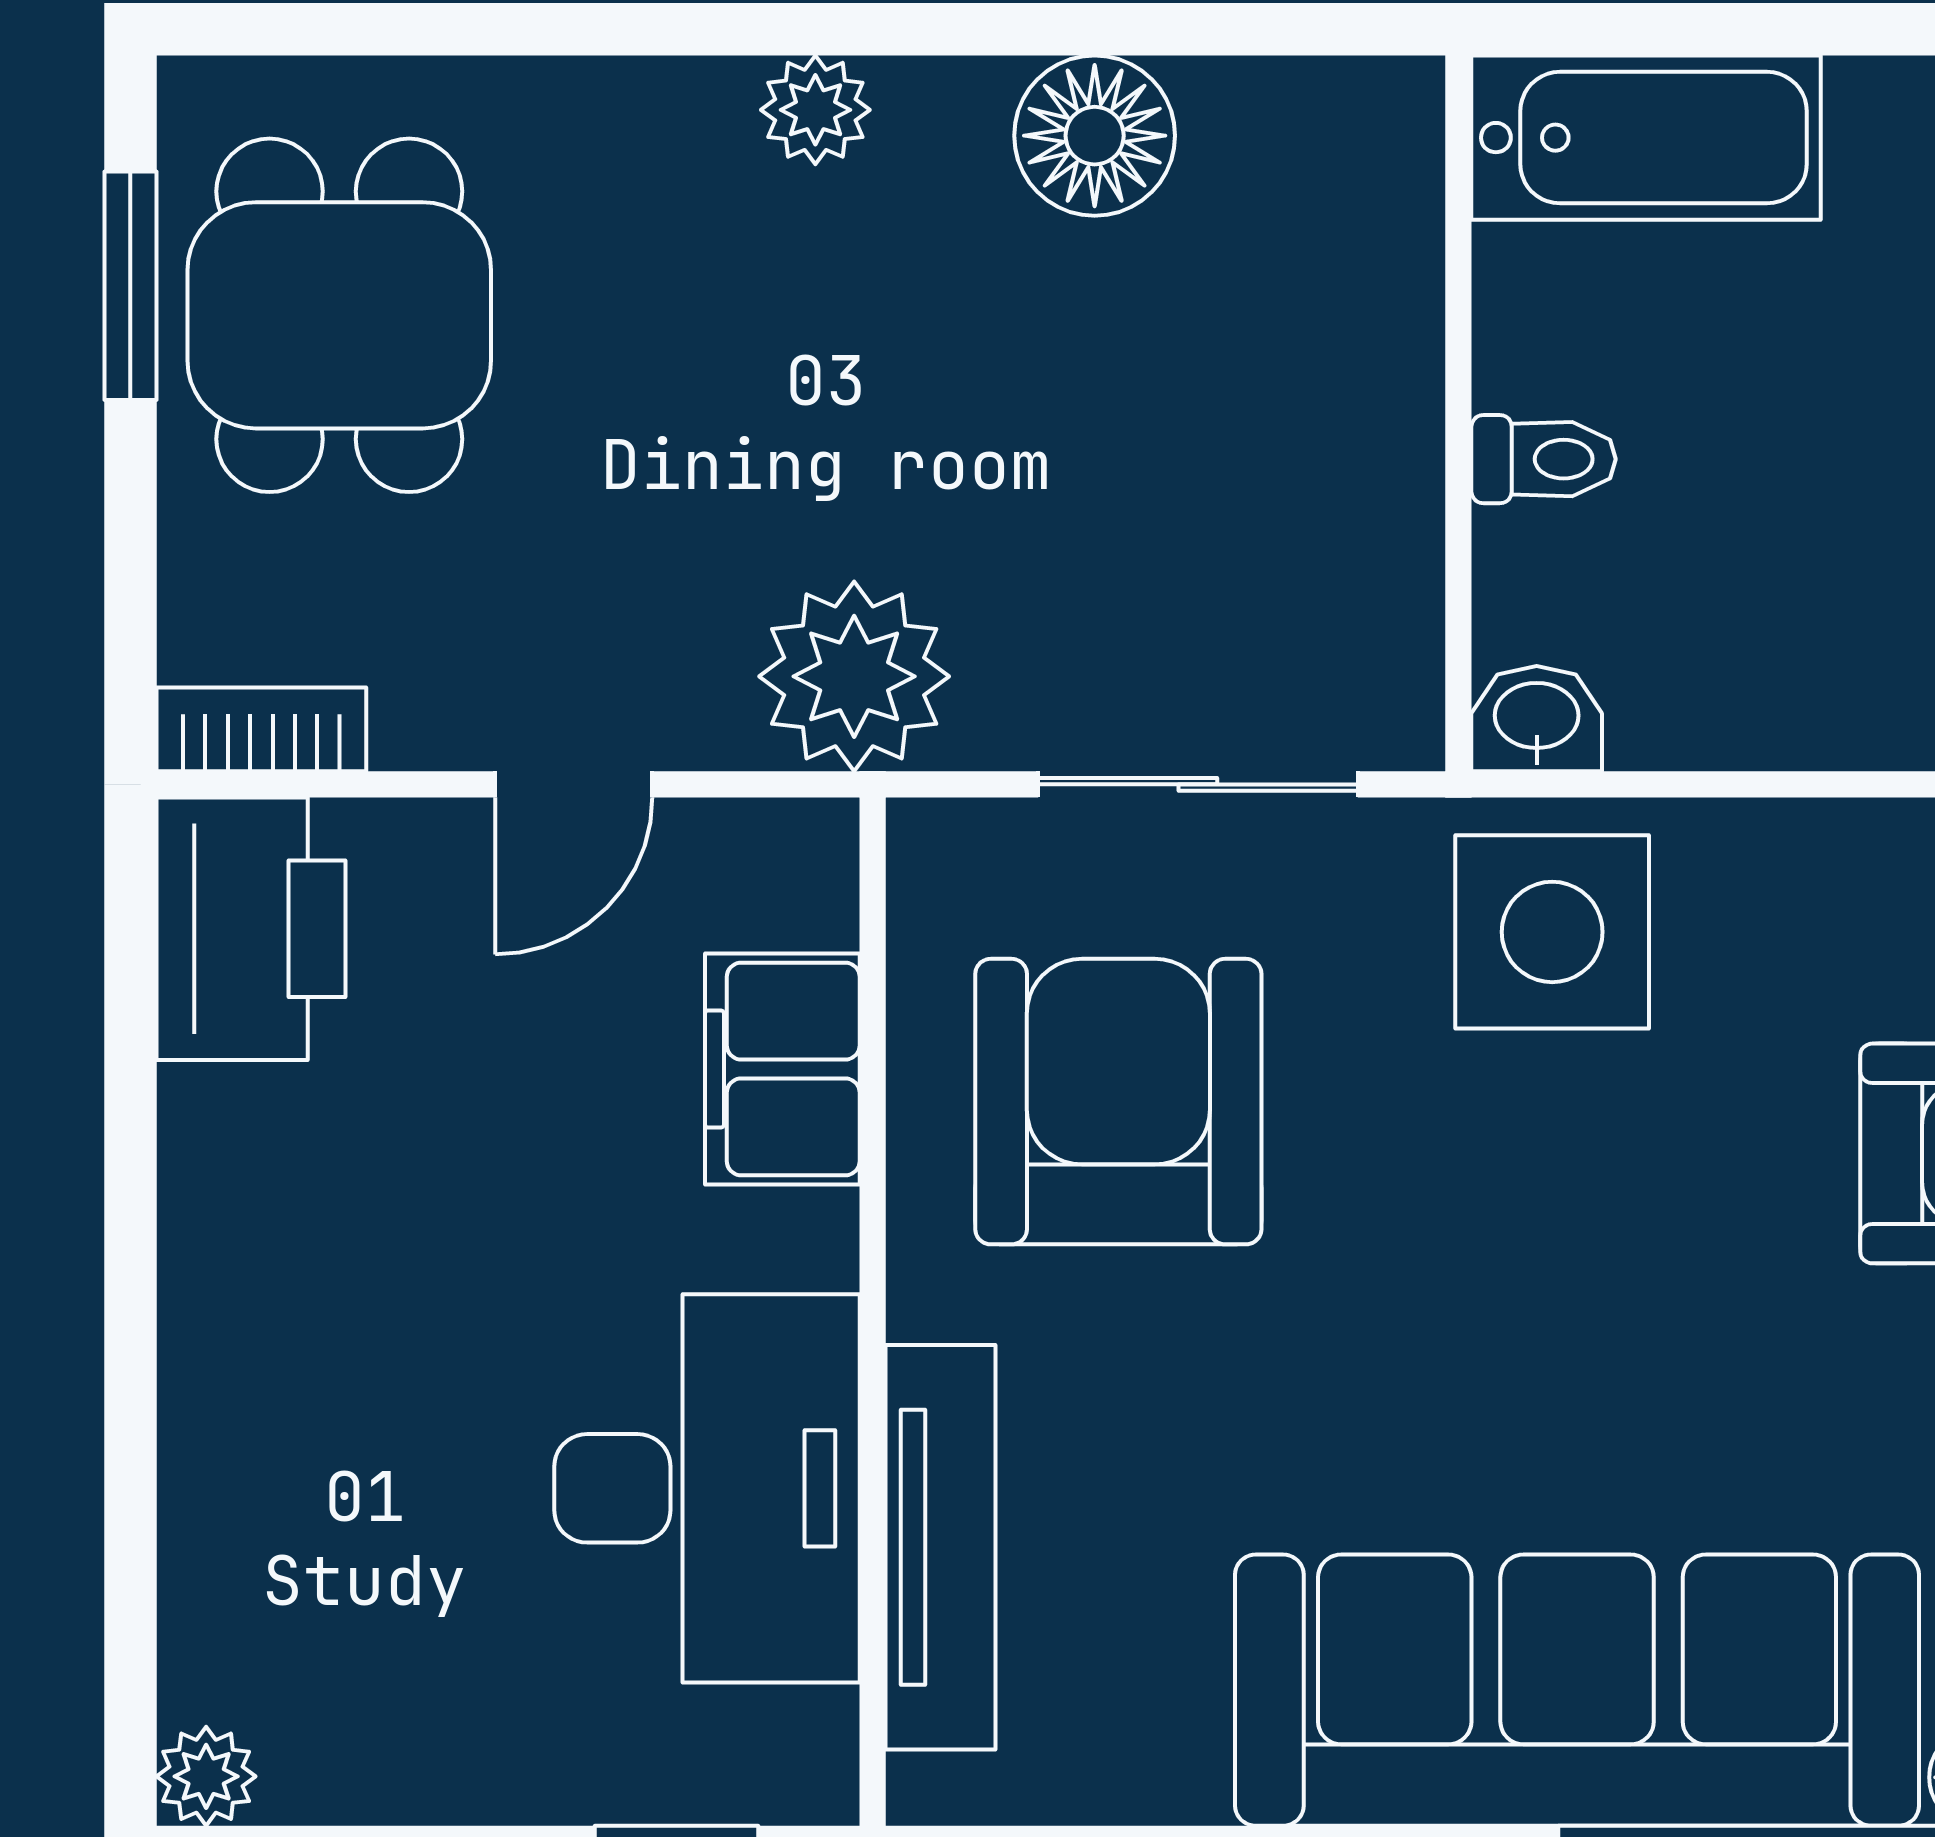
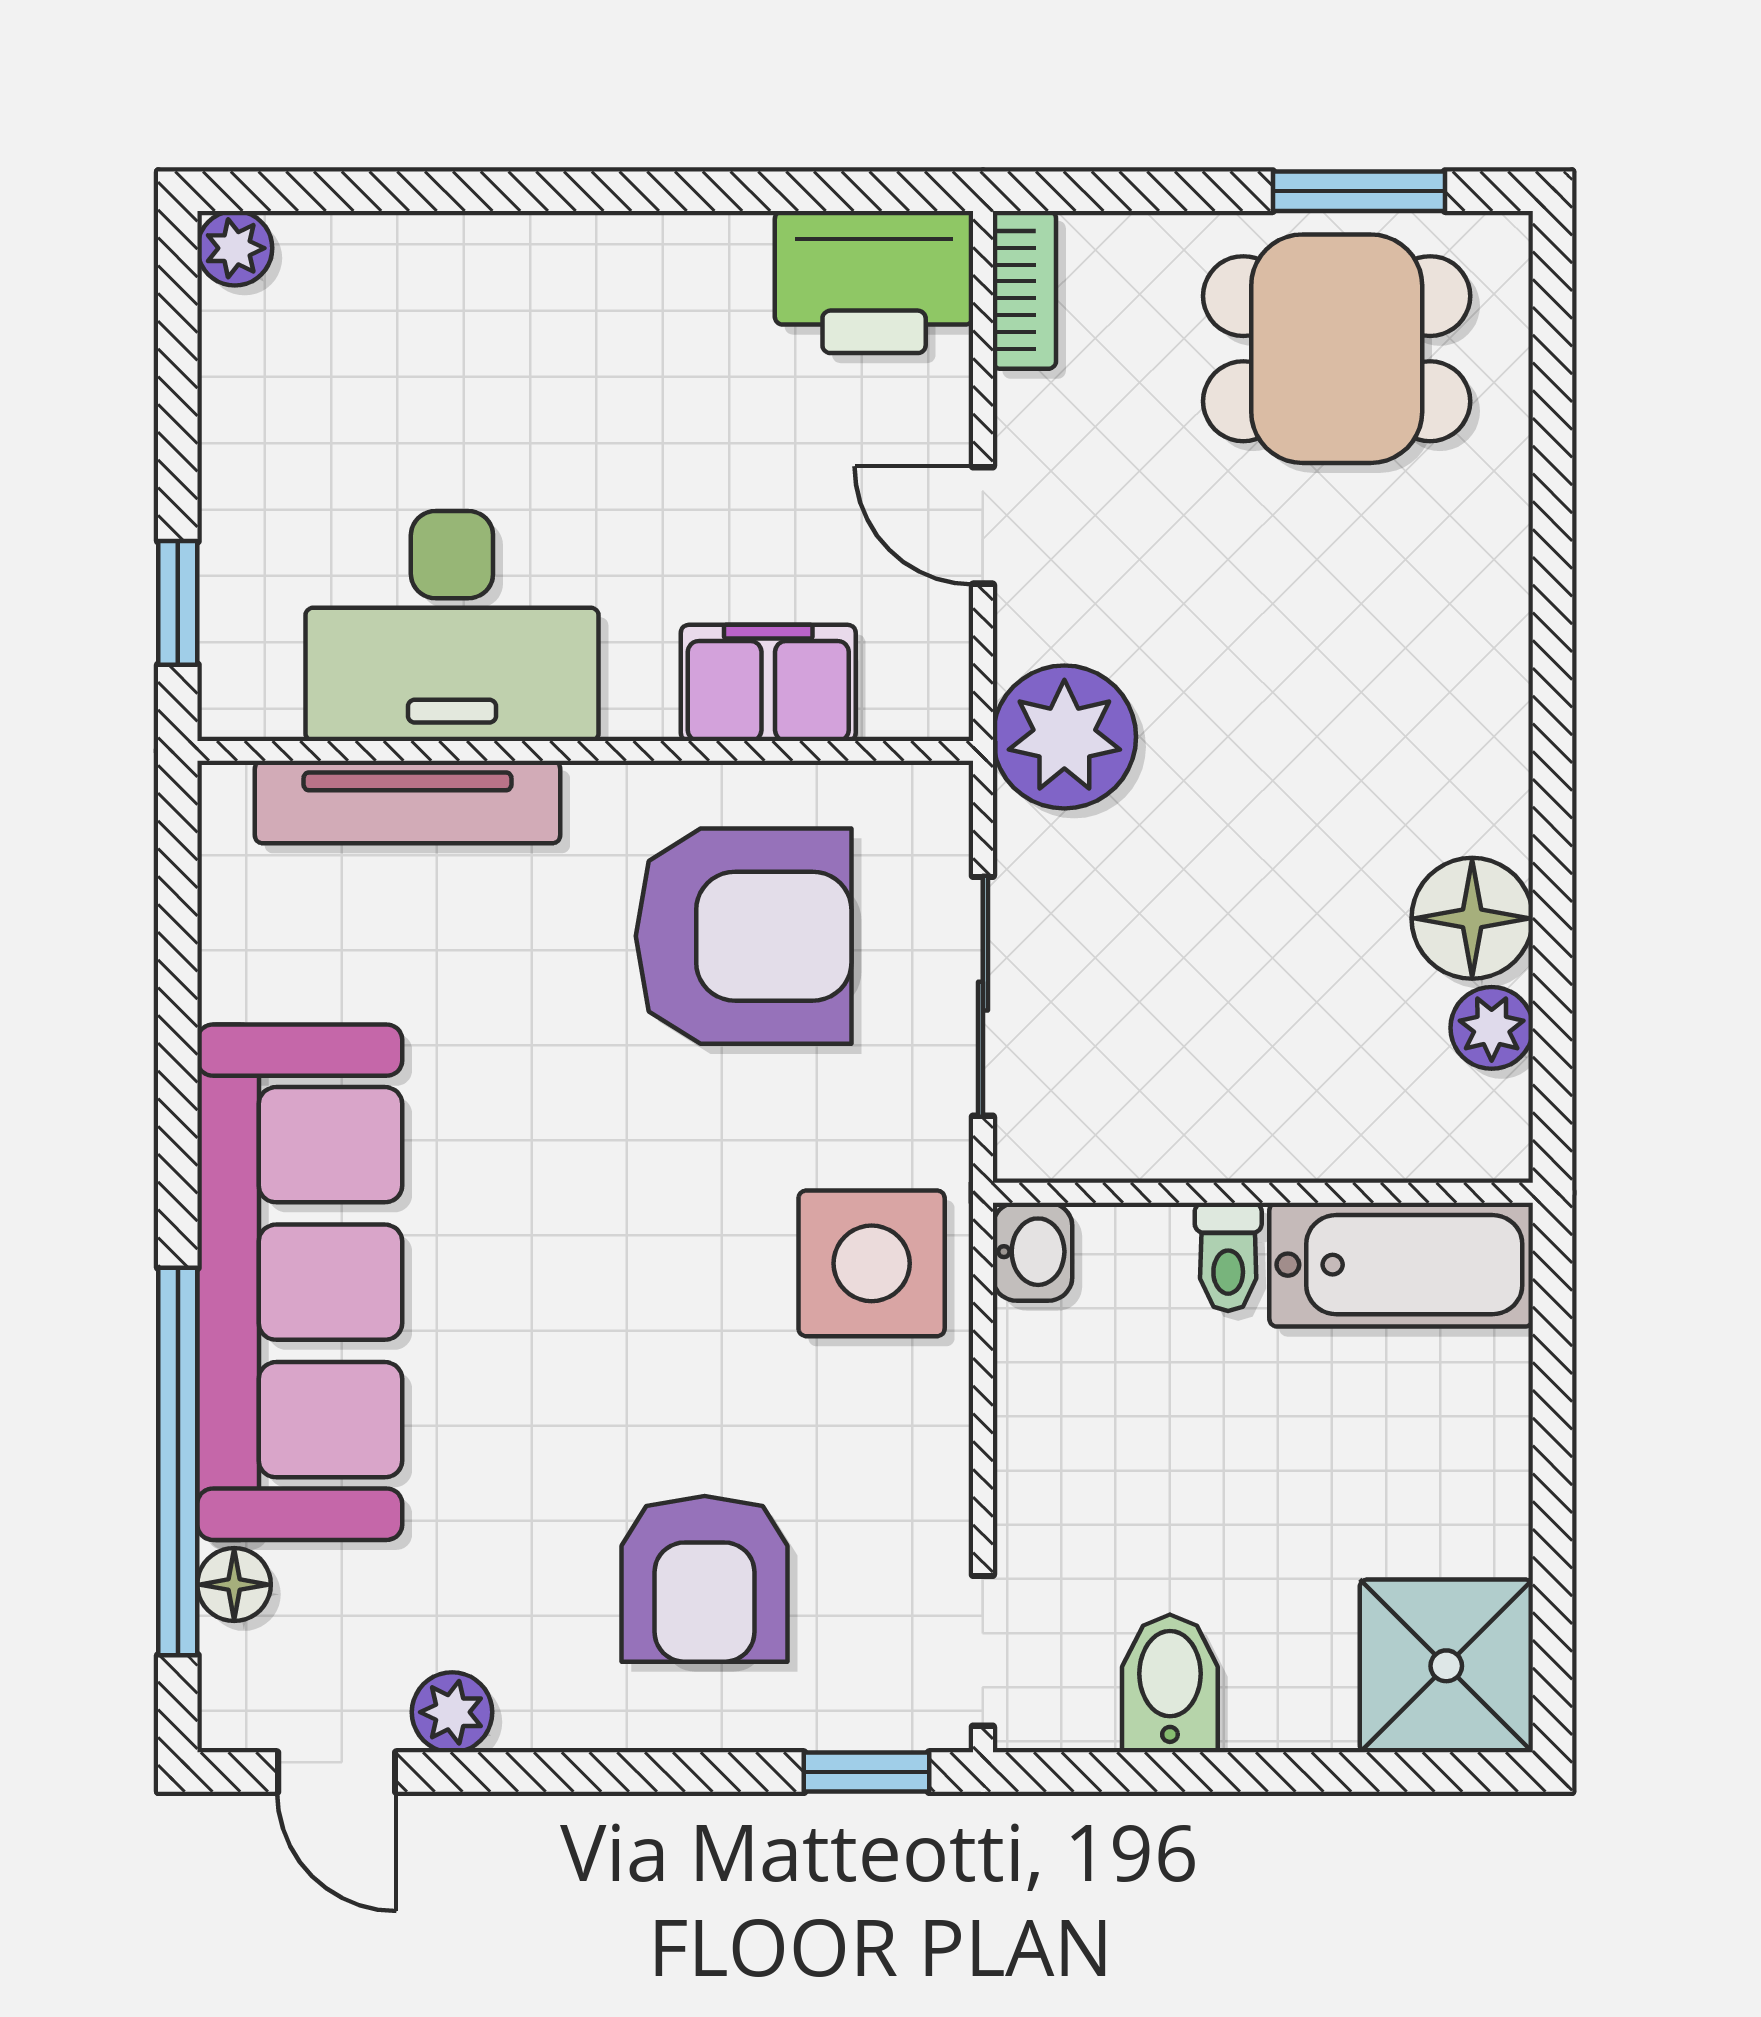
plant: (815, 110) -> (1492, 1028), moved
bathtub: (1646, 138) -> (1401, 1265), moved, turned -90

